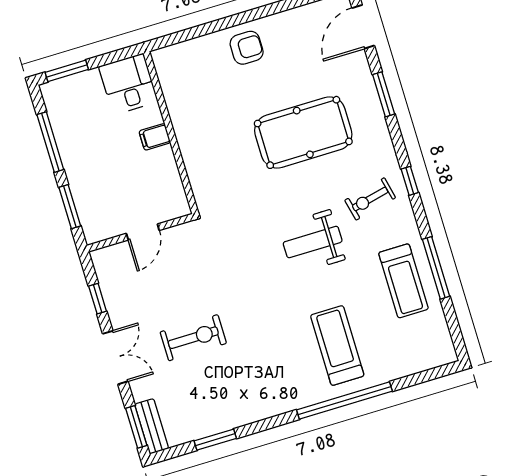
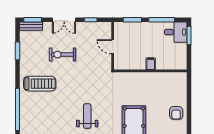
desk: (128, 84) -> (176, 32), moved
exercise bike: (193, 338) -> (62, 55), turned 90
treadmill: (337, 345) -> (40, 84), moved

